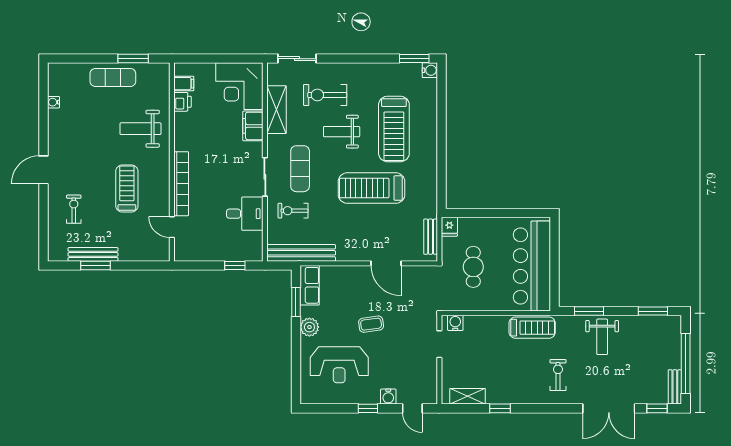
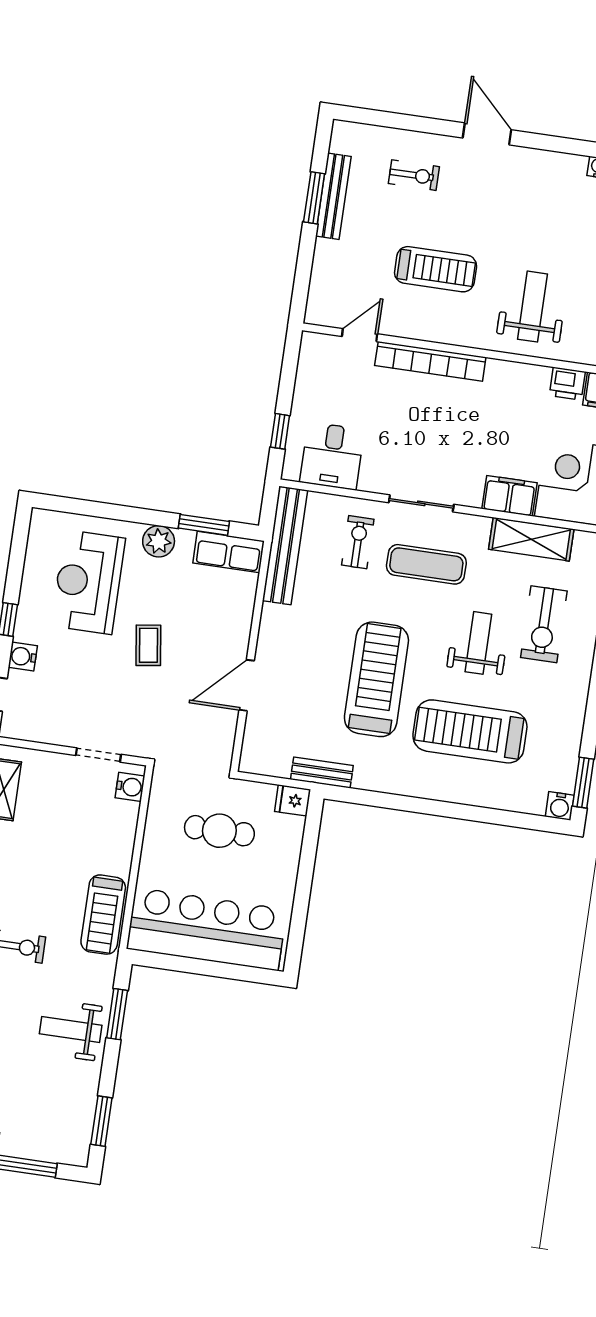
exercise bike: (325, 95) -> (544, 624), turned 180
desk: (245, 214) -> (332, 456), moved
bench: (431, 237) -> (322, 773), moved

